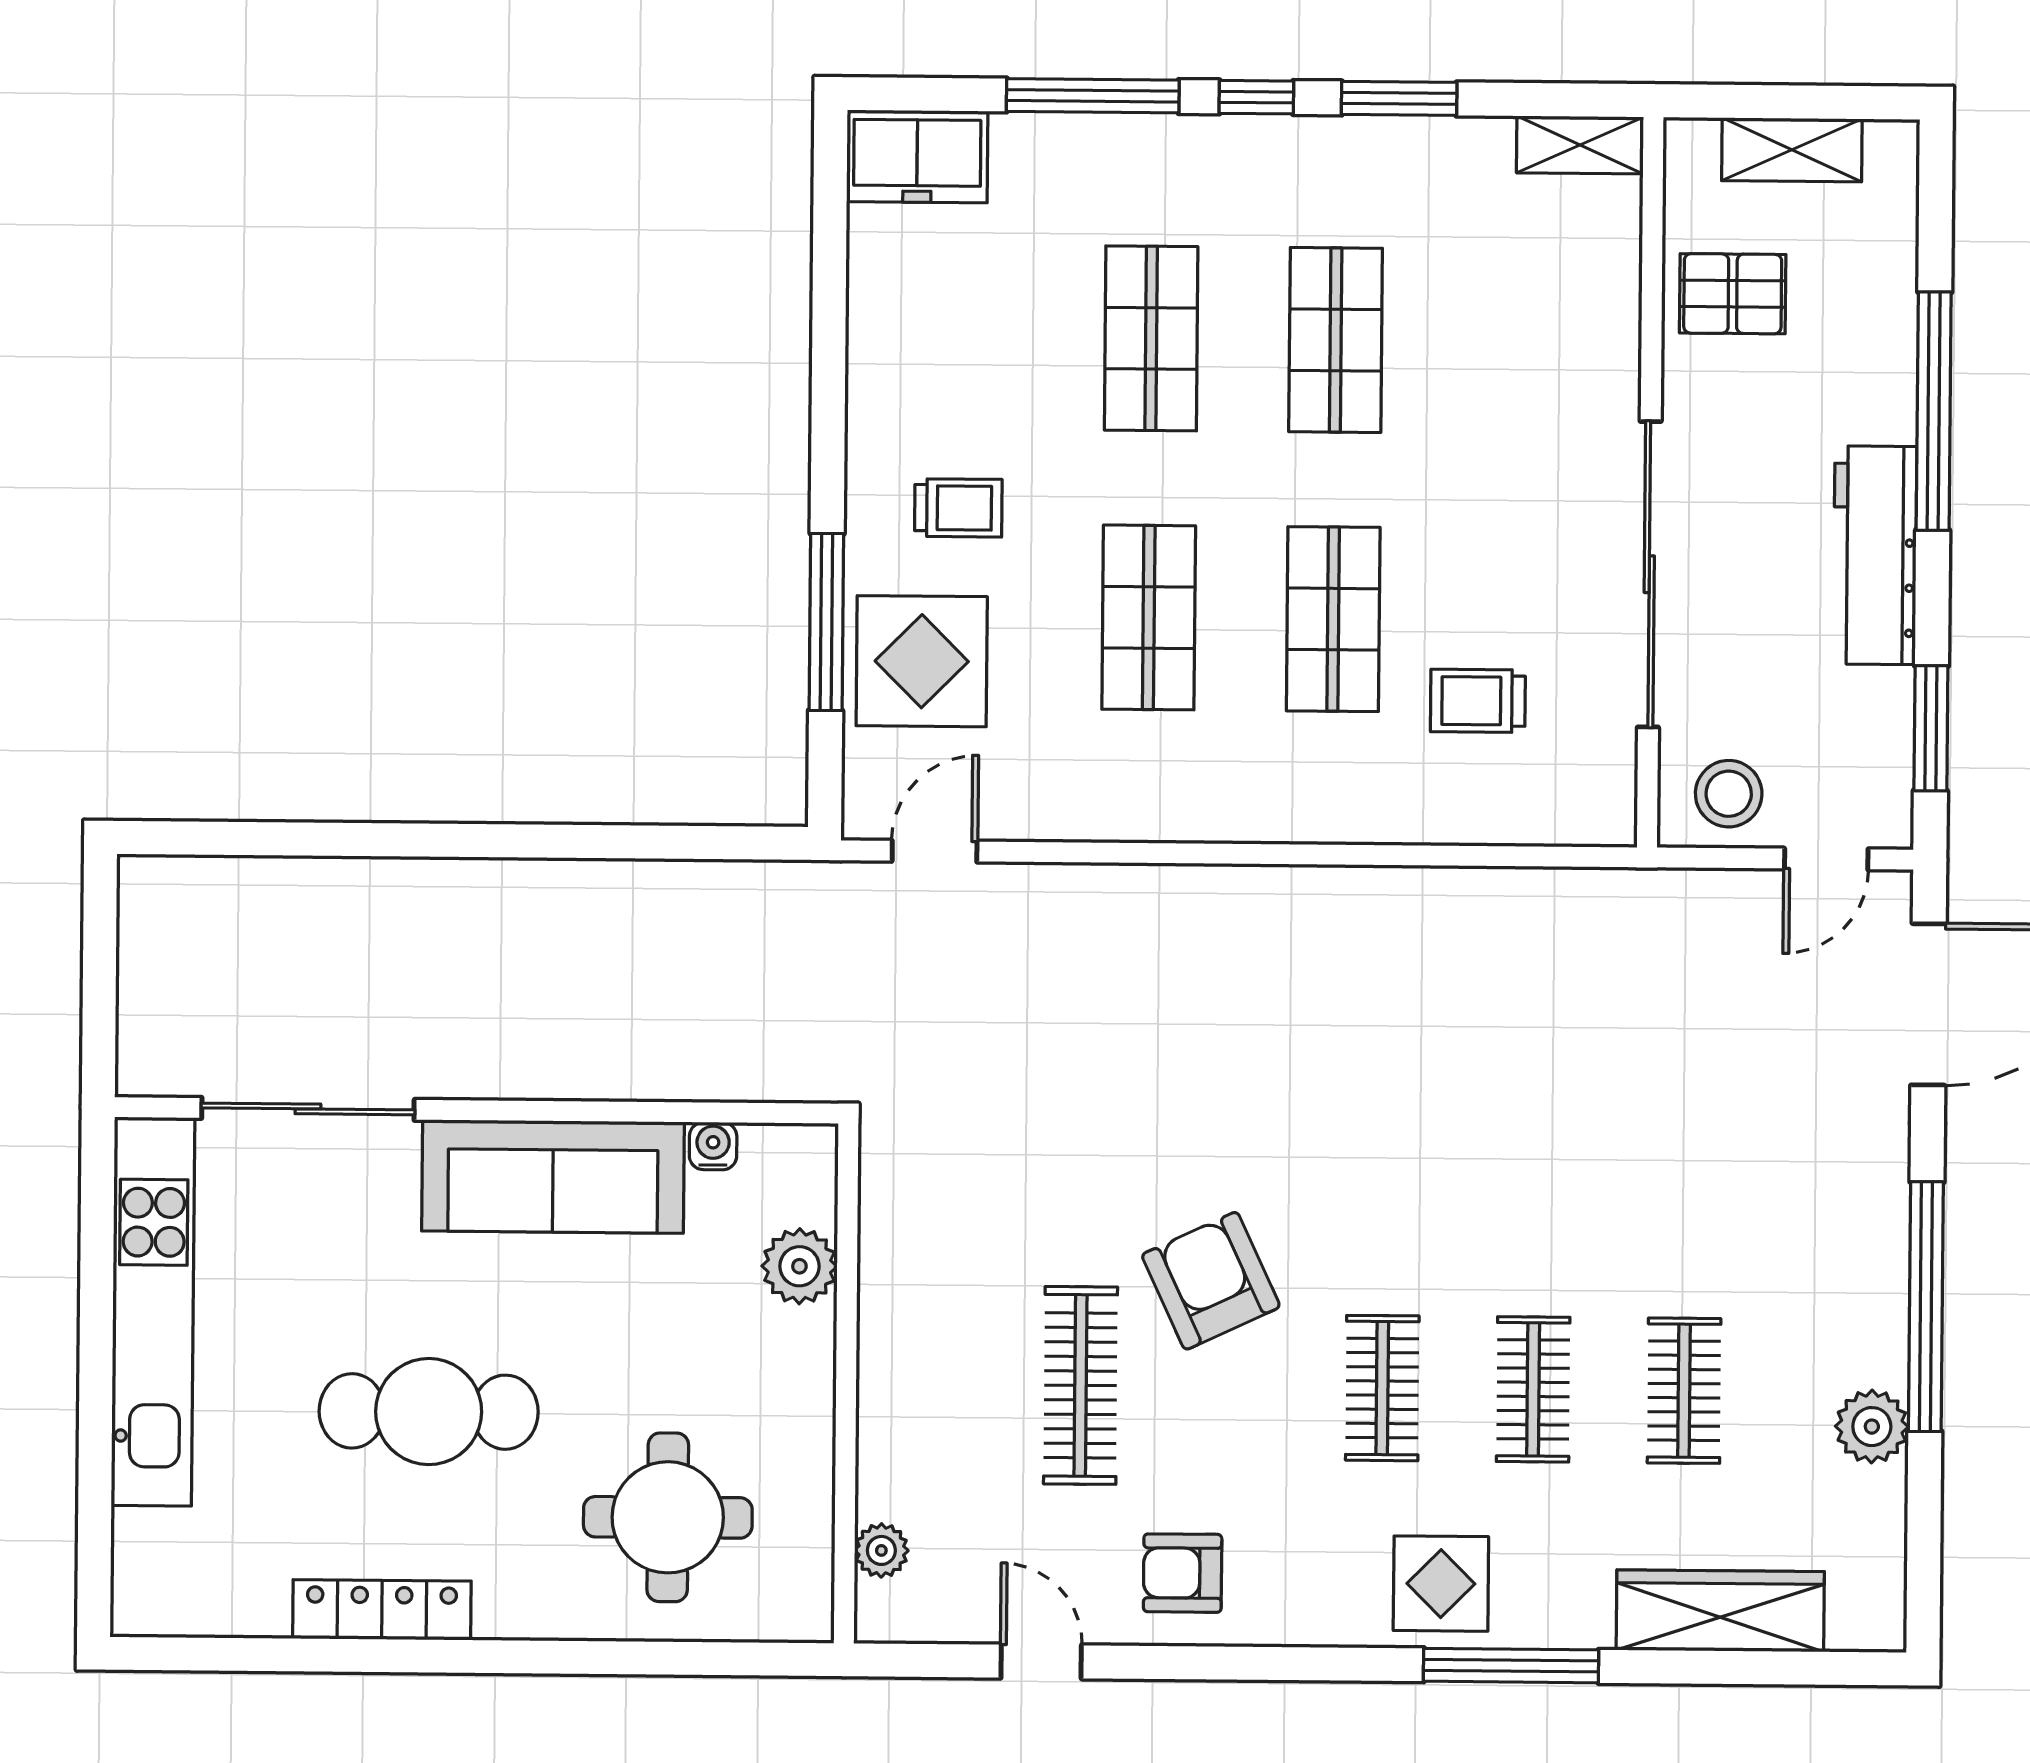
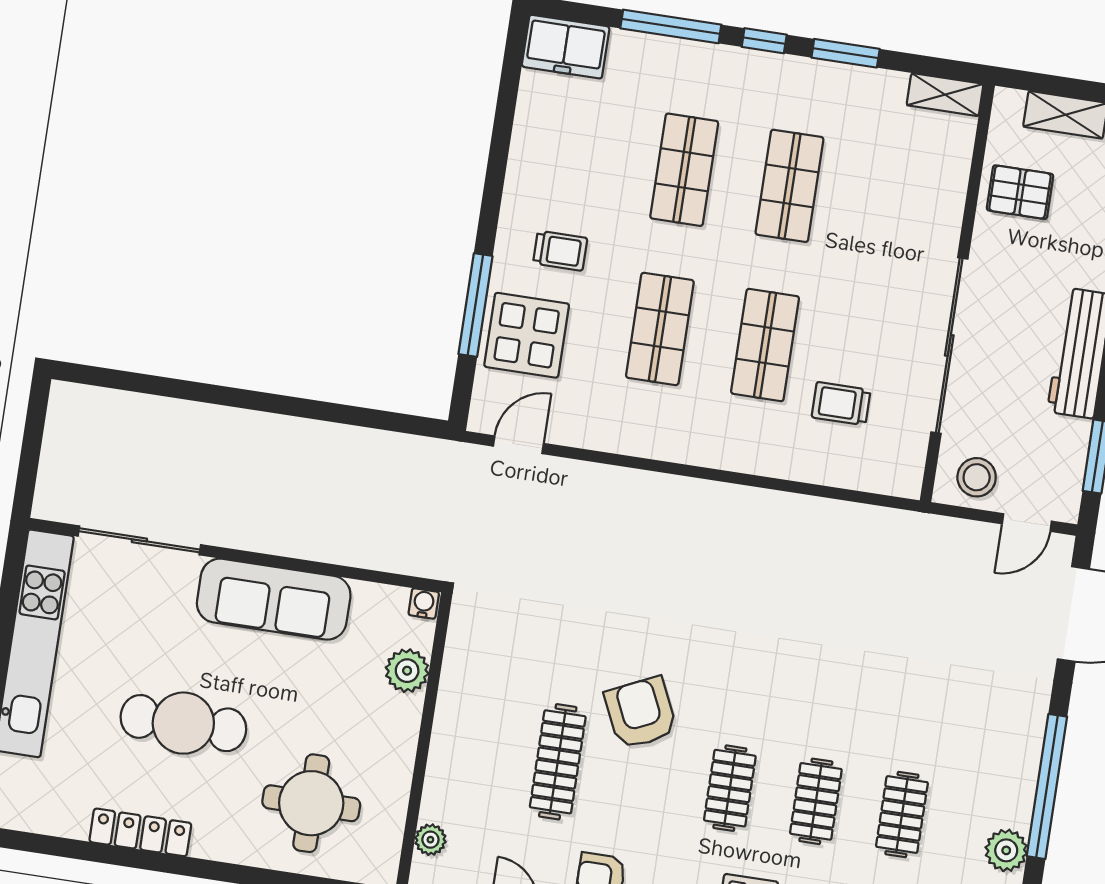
water cooler: (713, 1146) -> (424, 603), moved

